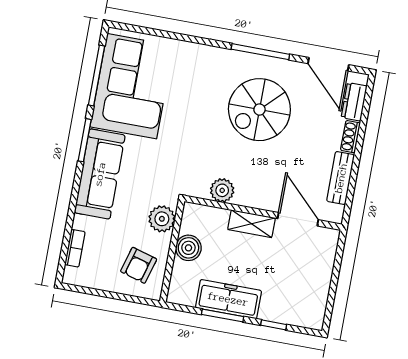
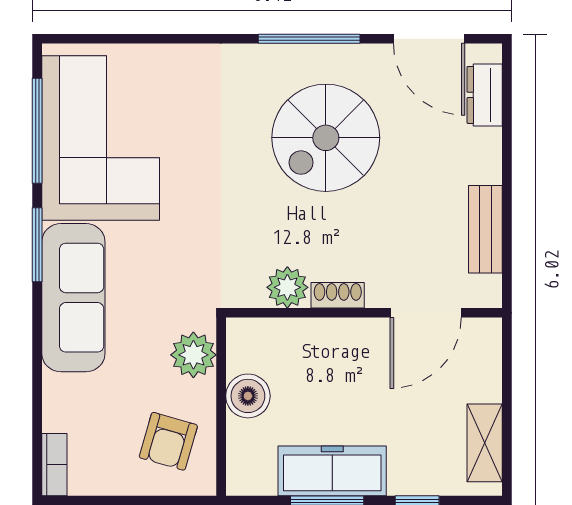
shoe rack: (350, 137) -> (338, 295), moved, turned 90
door: (298, 219) -> (426, 313), swing flipped
shelving: (252, 224) -> (485, 443), moved, turned 90
bookcase: (75, 248) -> (54, 465), moved

